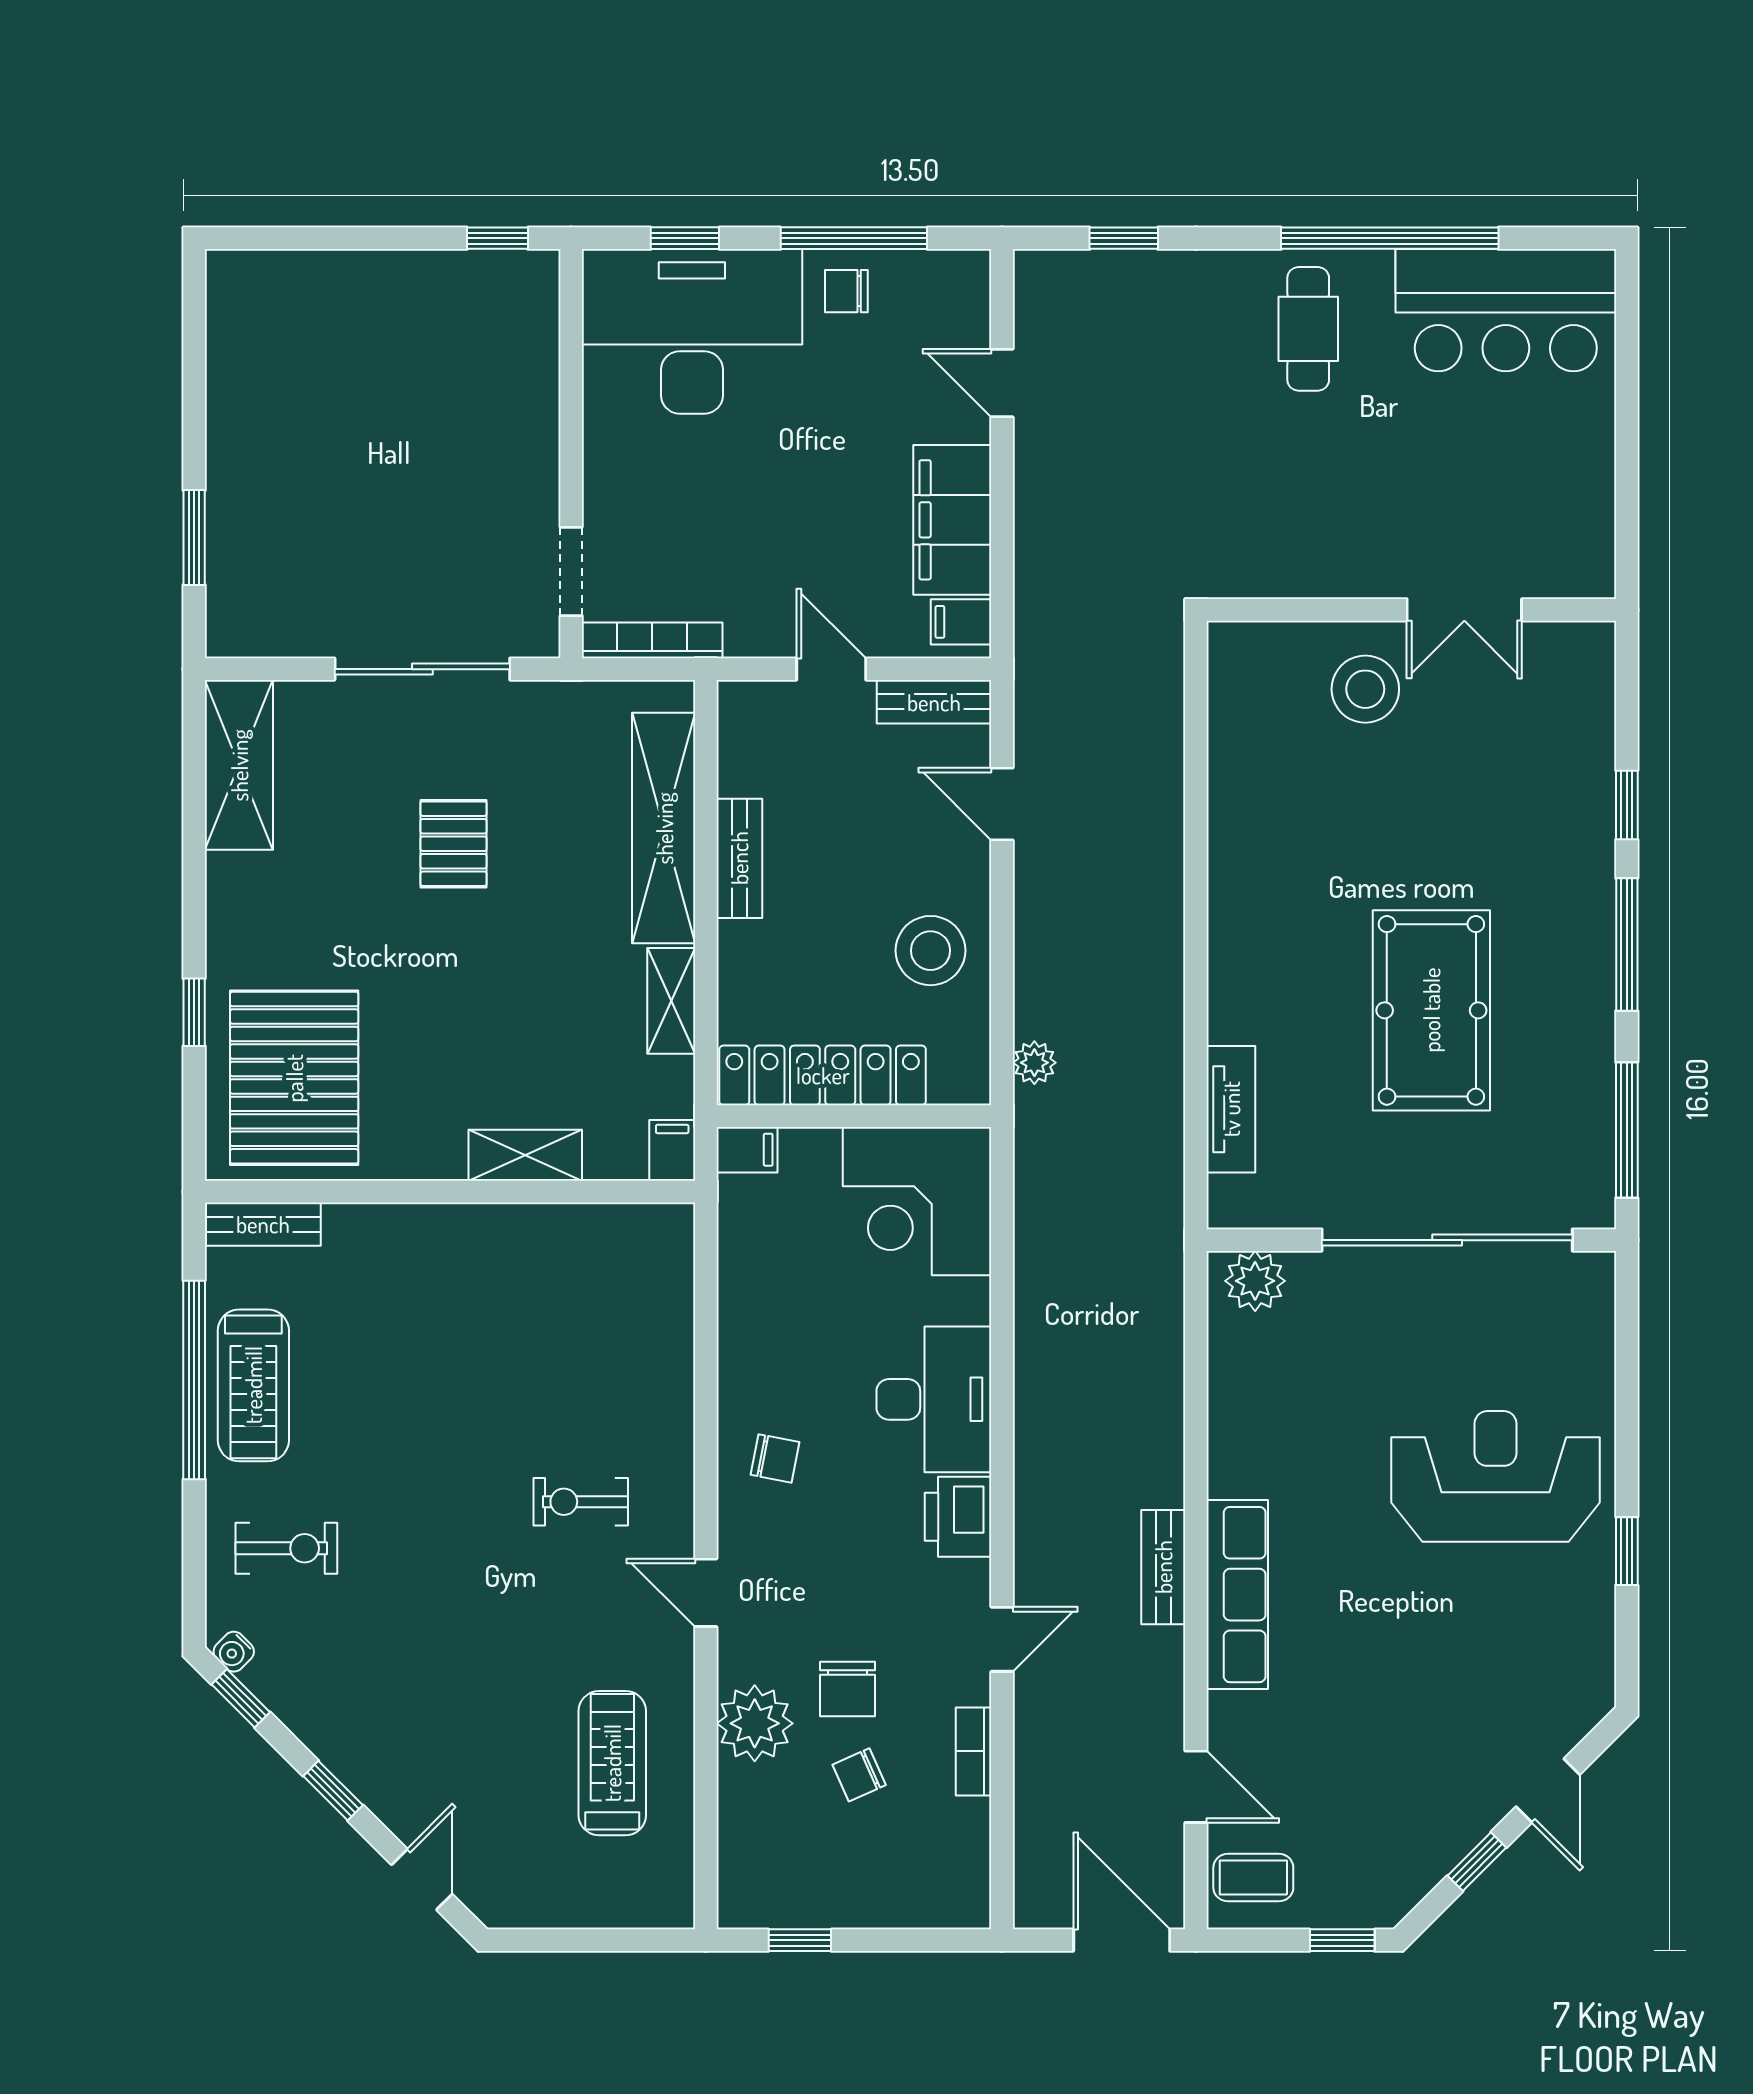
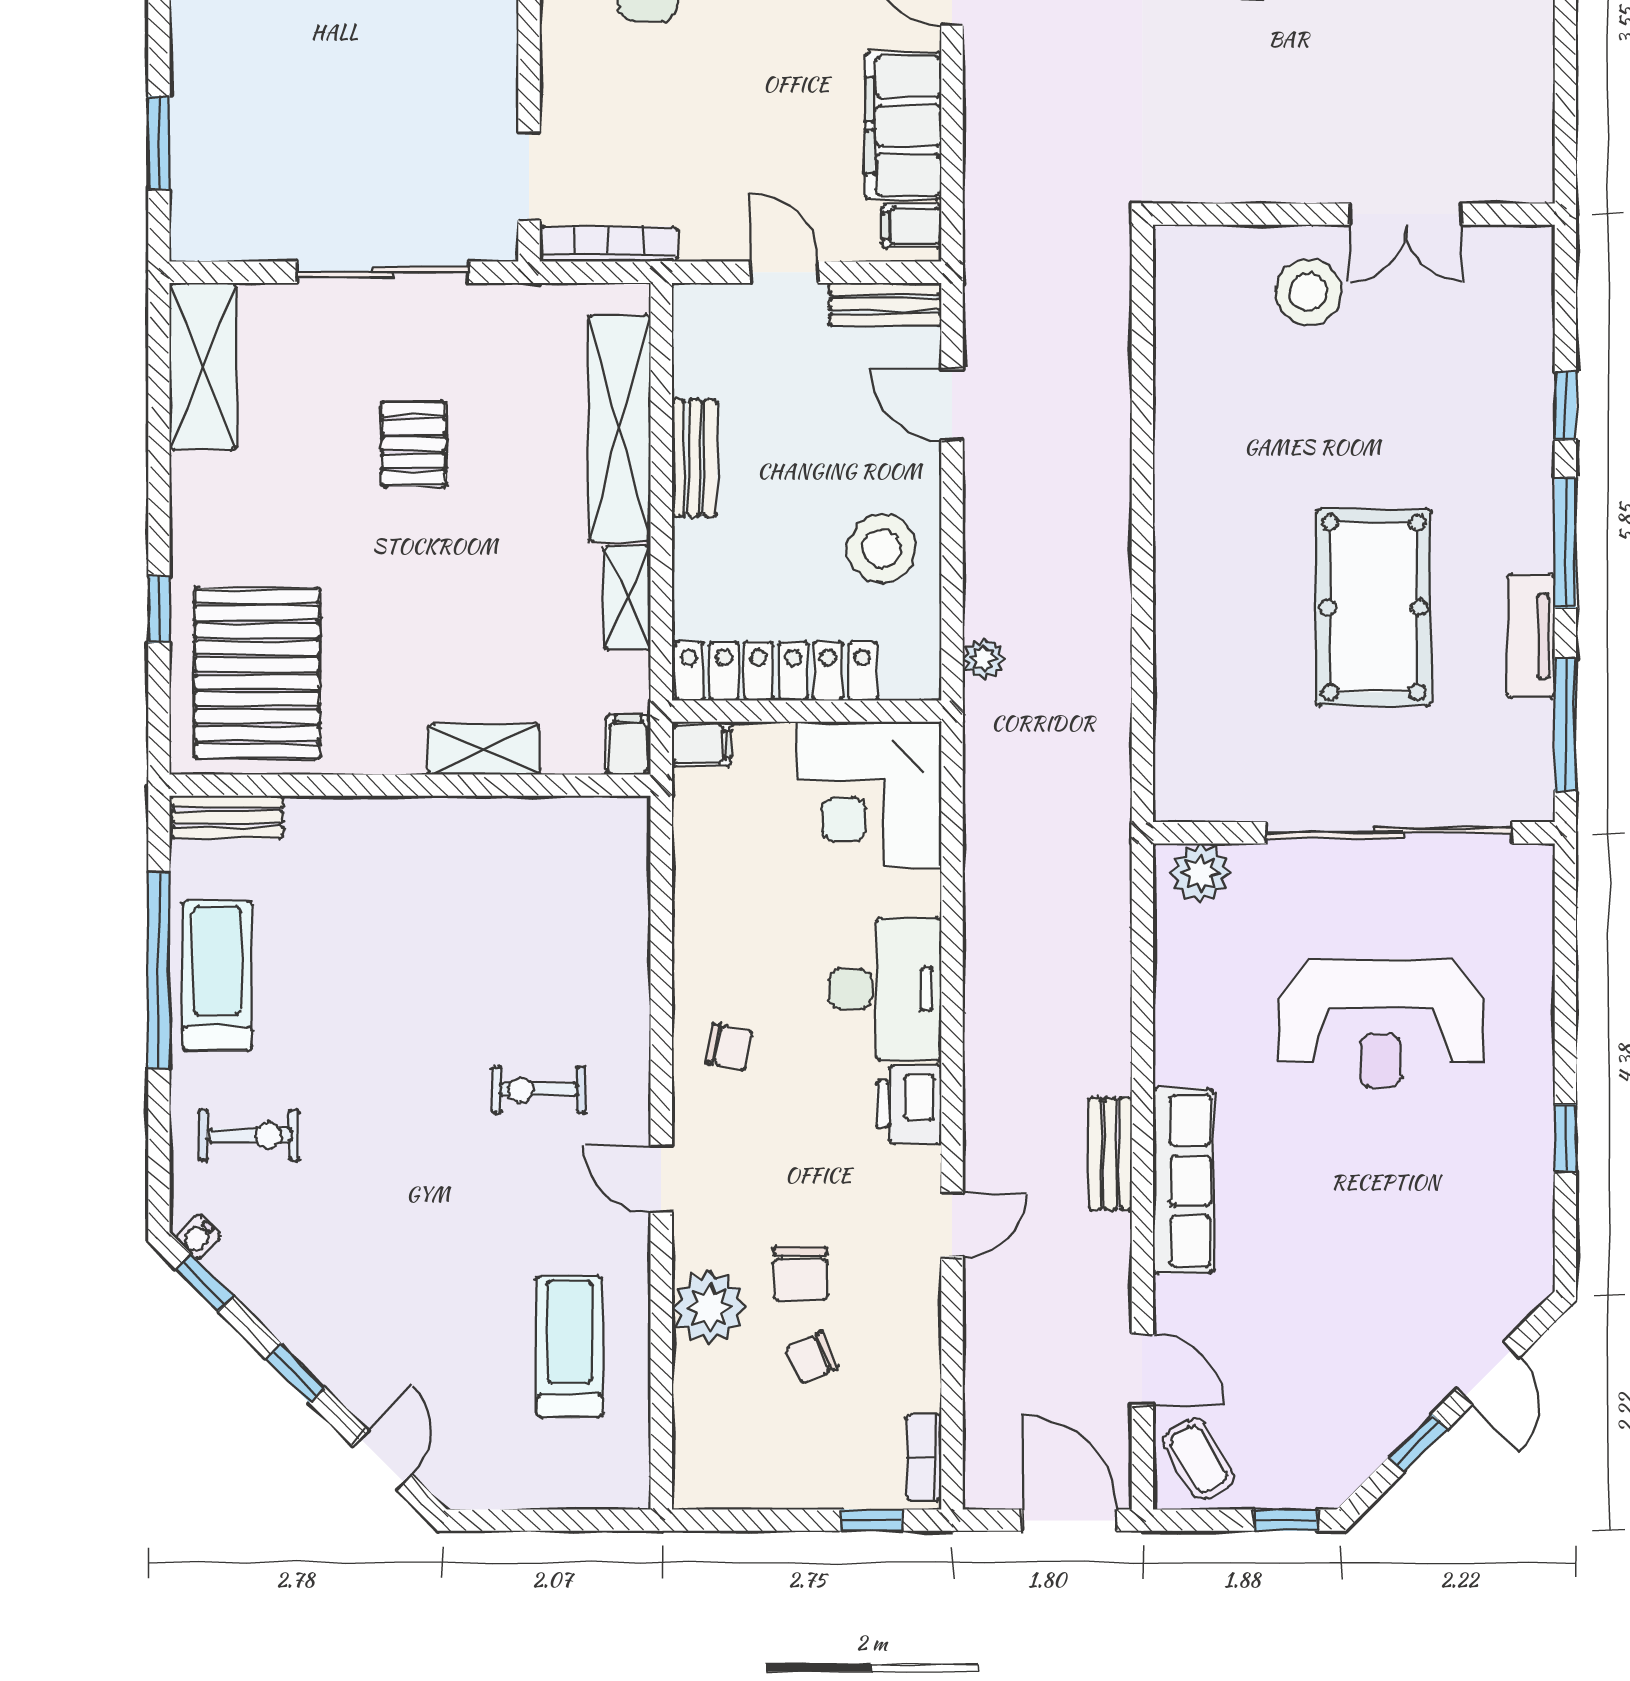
tv unit: (1231, 1109) -> (1531, 636), moved, turned 180
treadmill: (253, 1385) -> (217, 975), turned 180
reception desk: (1495, 1476) -> (1381, 1023), moved, turned 180
bookcase: (974, 1751) -> (924, 1458), moved
coffee table: (1253, 1878) -> (1199, 1459), turned 59
window: (800, 1940) -> (871, 1520), moved

